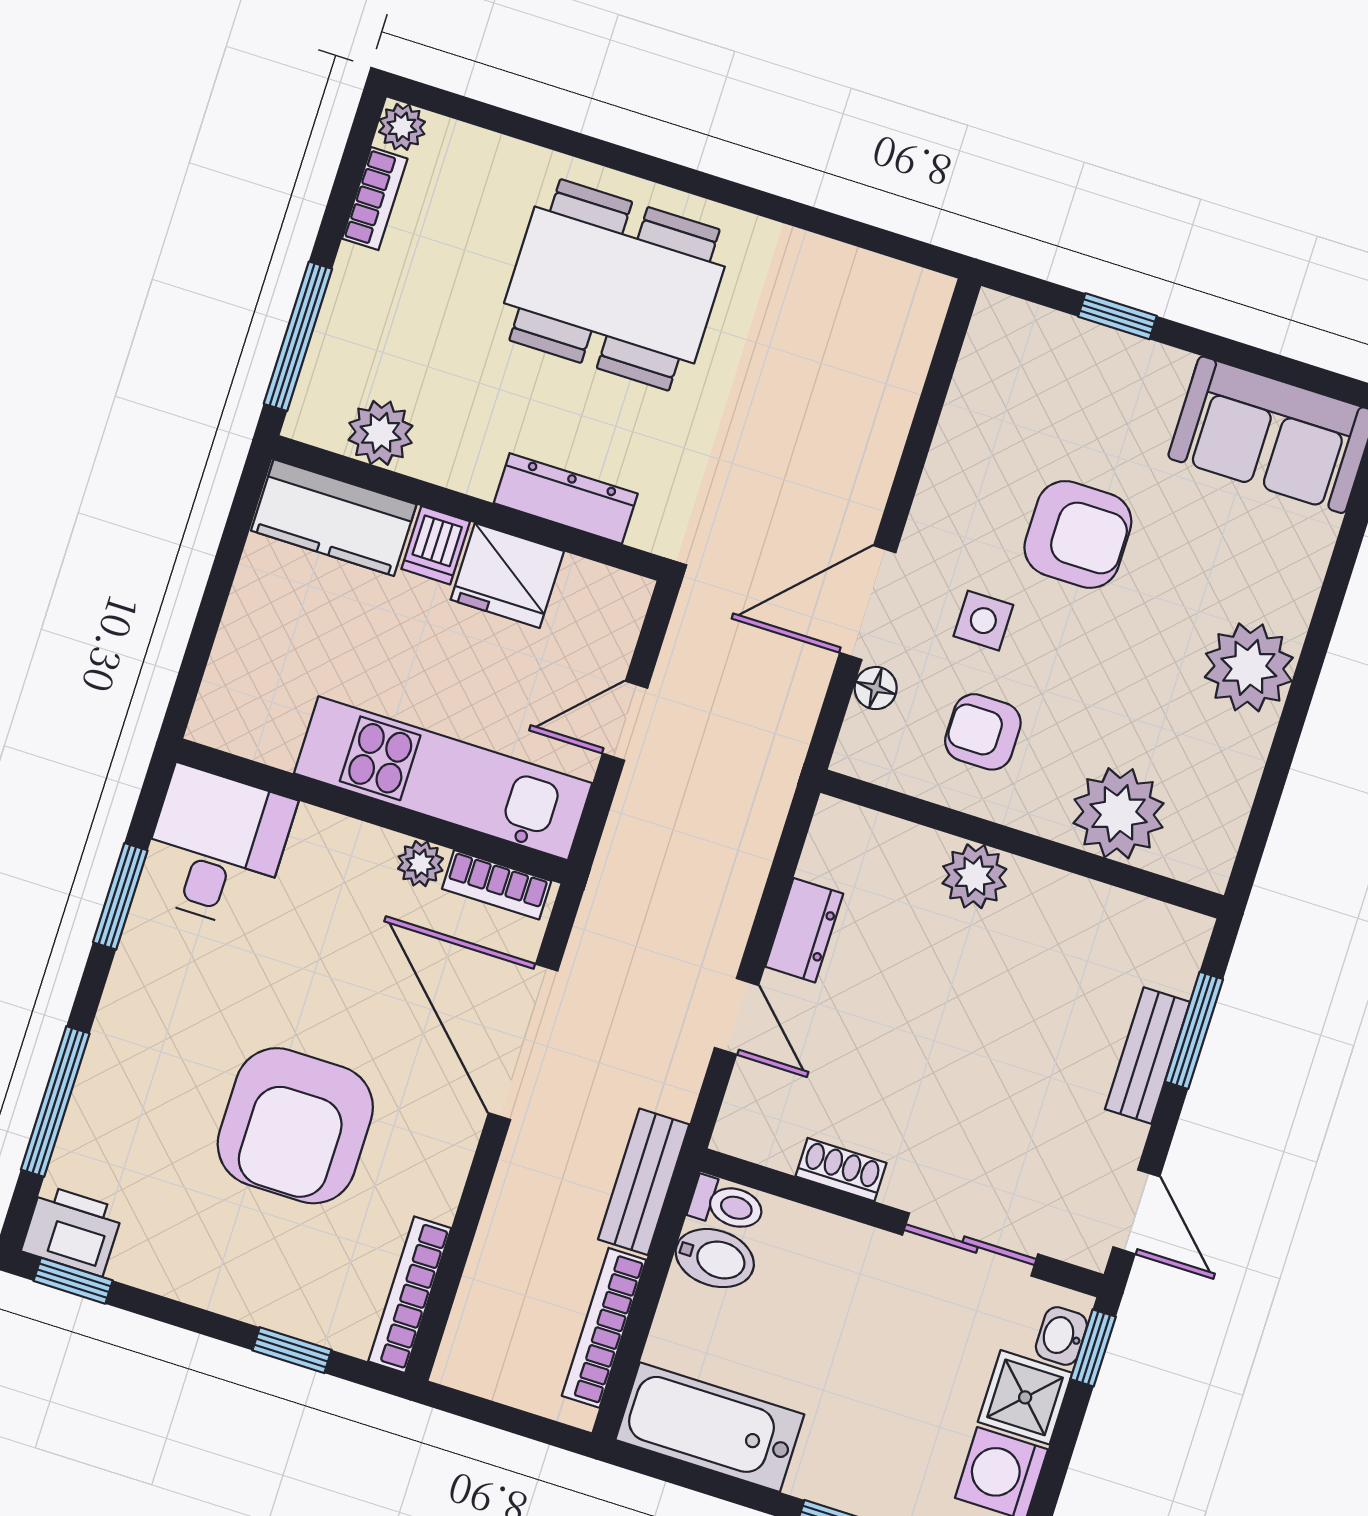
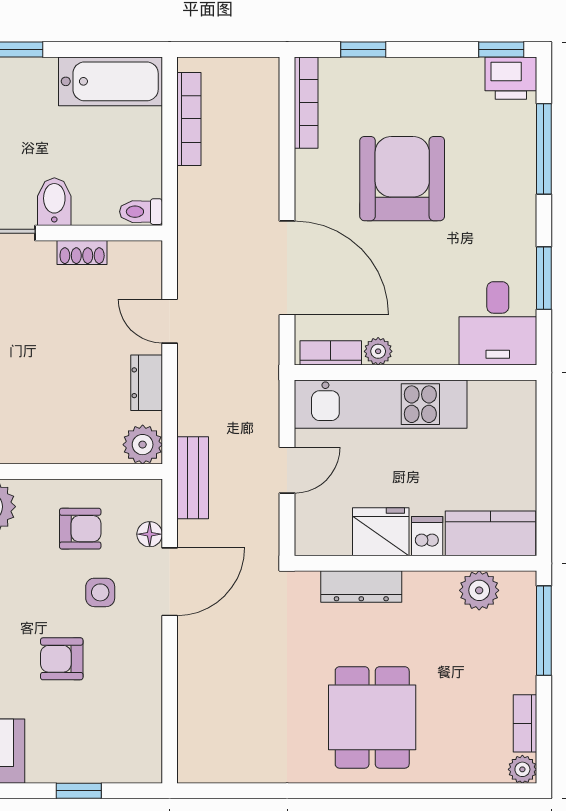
dining table: (614, 285) -> (372, 717), width x0.73
armchair: (1078, 534) -> (62, 659), width x0.72, depth x0.72
plant: (974, 876) -> (143, 445), moved
bench: (644, 1182) -> (193, 478), moved
bidet: (715, 1258) -> (54, 202), moved, turned 90

